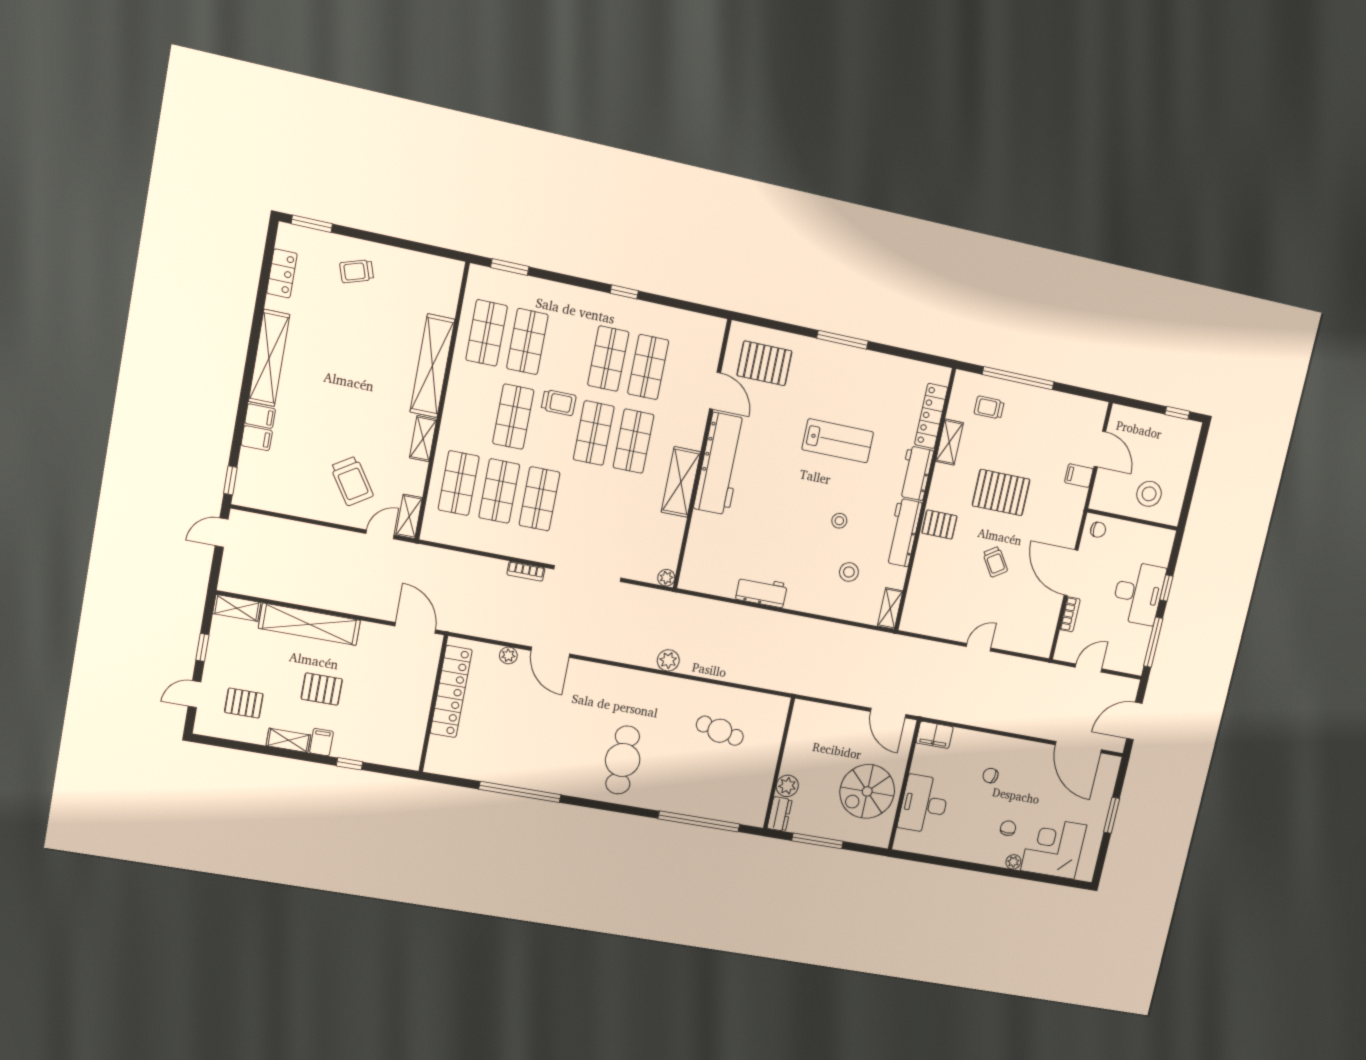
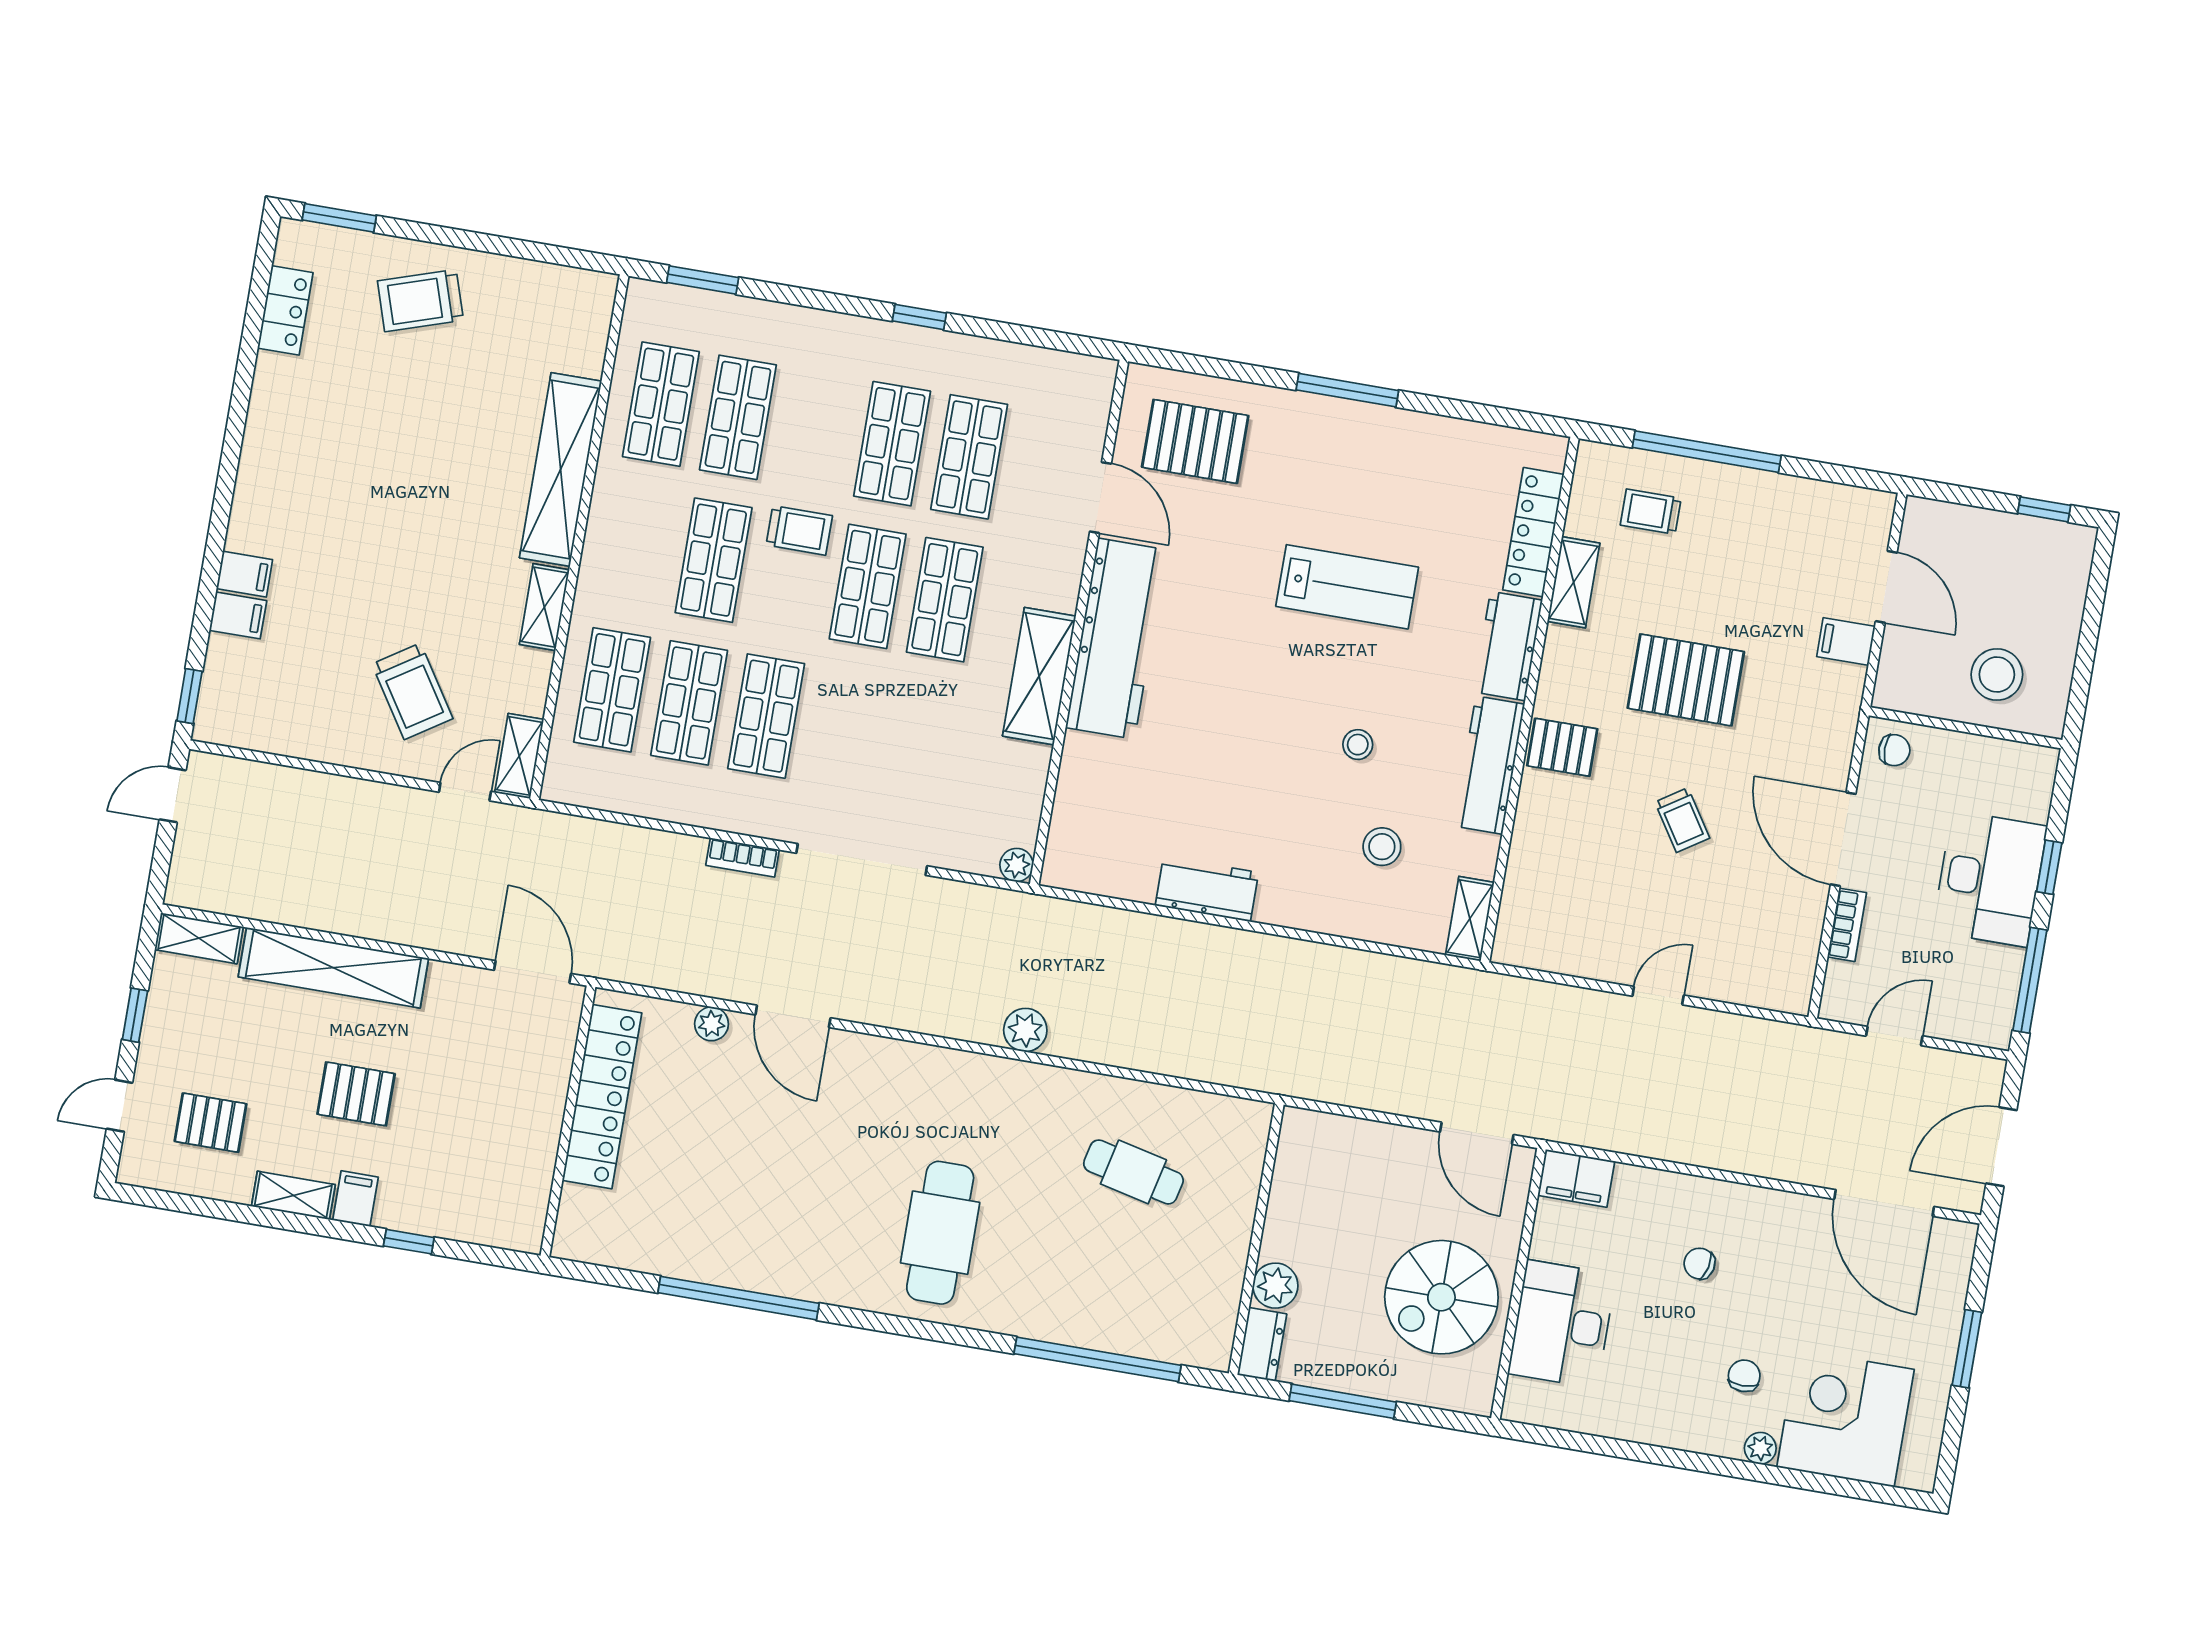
trolley: (357, 271) -> (420, 301), width x1.36, depth x1.39
shelving: (269, 358) -> (261, 466), removed

